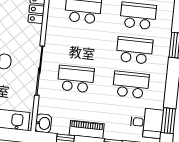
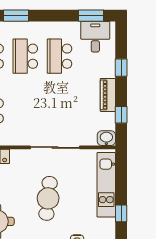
school desk: (76, 79) -> (59, 111), removed

